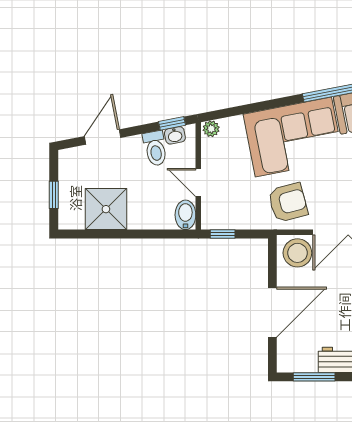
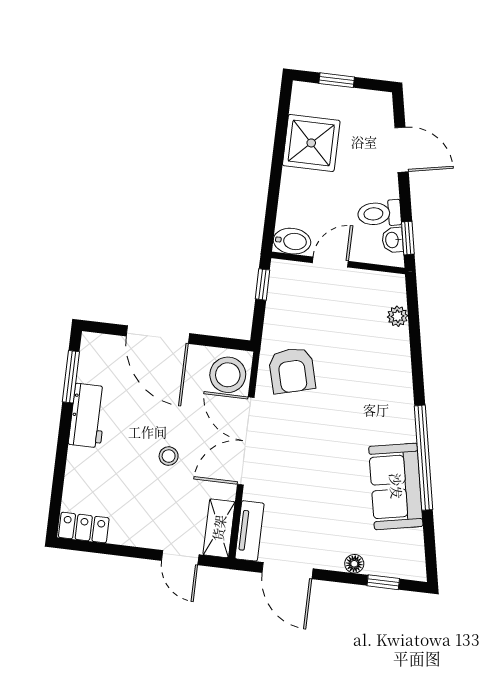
plant: (211, 129) -> (398, 316), moved
corner sofa: (293, 137) -> (373, 387), removed

